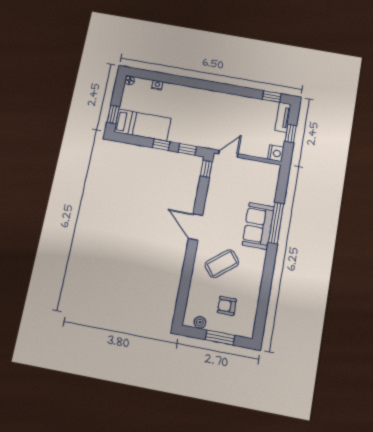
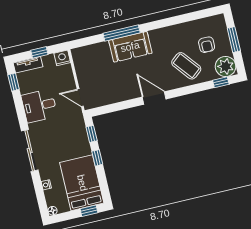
sliding door: (198, 84) -> (30, 151), added
desk: (238, 111) -> (39, 106), added
bed: (142, 125) -> (82, 183), width x1.50
window: (206, 169) -> (221, 82), moved
door: (196, 227) -> (154, 98), swing flipped
coffee table: (222, 264) -> (186, 66), moved
plant: (200, 322) -> (226, 66), width x1.88, depth x1.88

